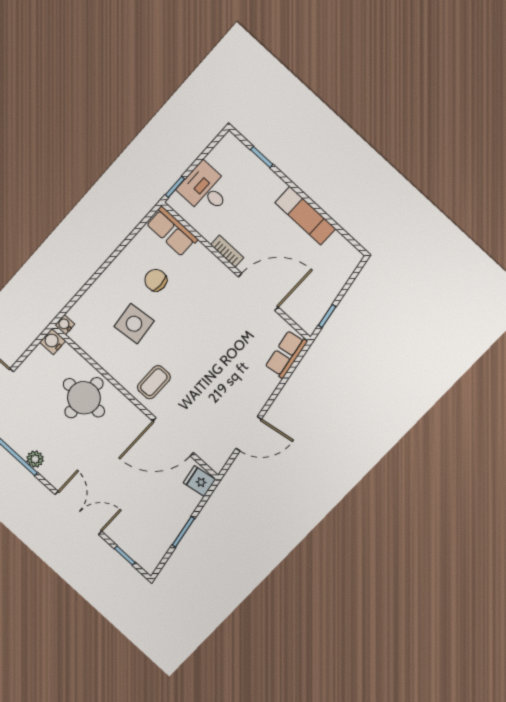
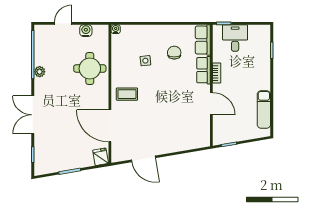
exam couch: (305, 216) -> (264, 109), moved
door: (258, 292) -> (211, 104), width x0.73
side table: (134, 324) -> (145, 61), width x0.54, depth x0.54
water cooler: (53, 342) -> (86, 31), moved
row of seats: (286, 354) -> (203, 70), moved, turned -80
double door: (78, 513) -> (33, 115), swing flipped

